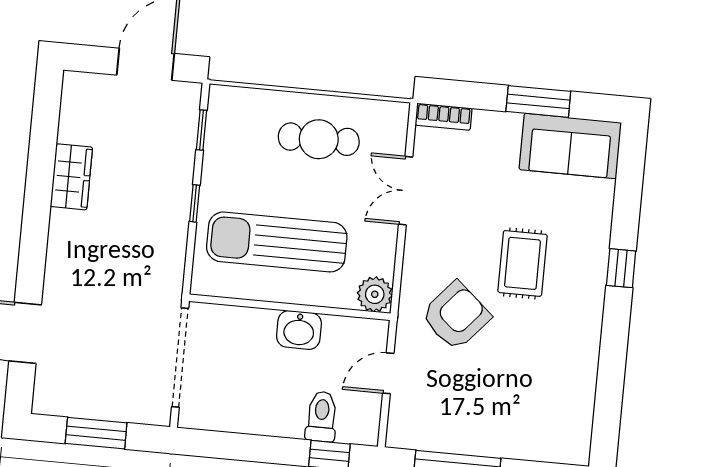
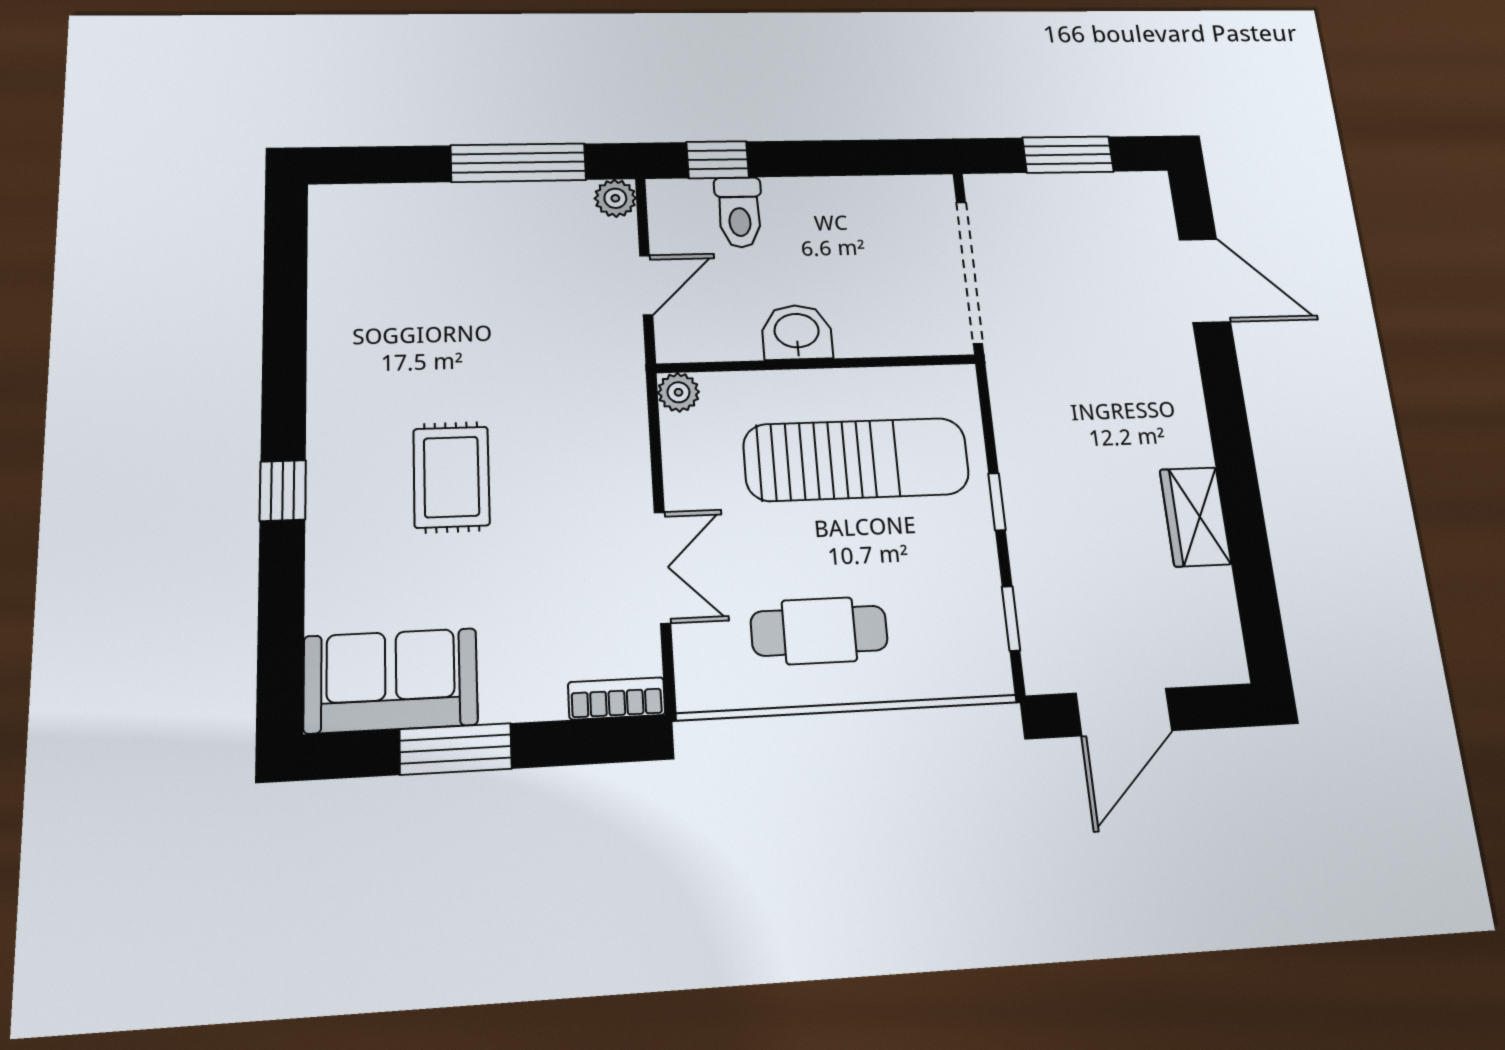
plant: (375, 294) -> (678, 392), width x0.73, depth x0.73
armchair: (456, 316) -> (551, 382), removed
plant: (399, 435) -> (615, 198), added

